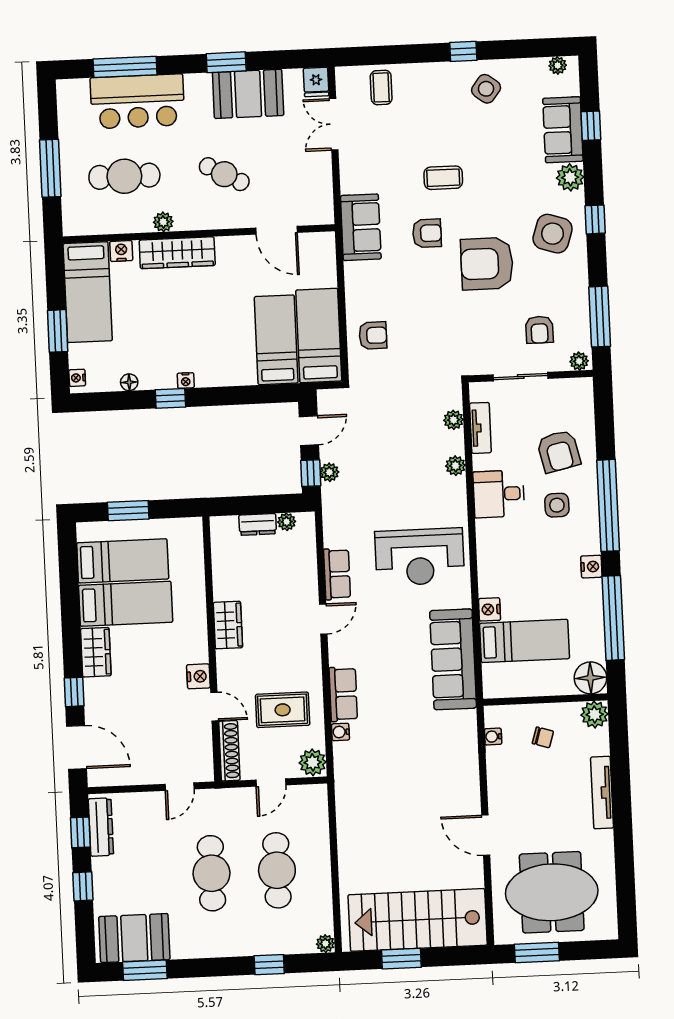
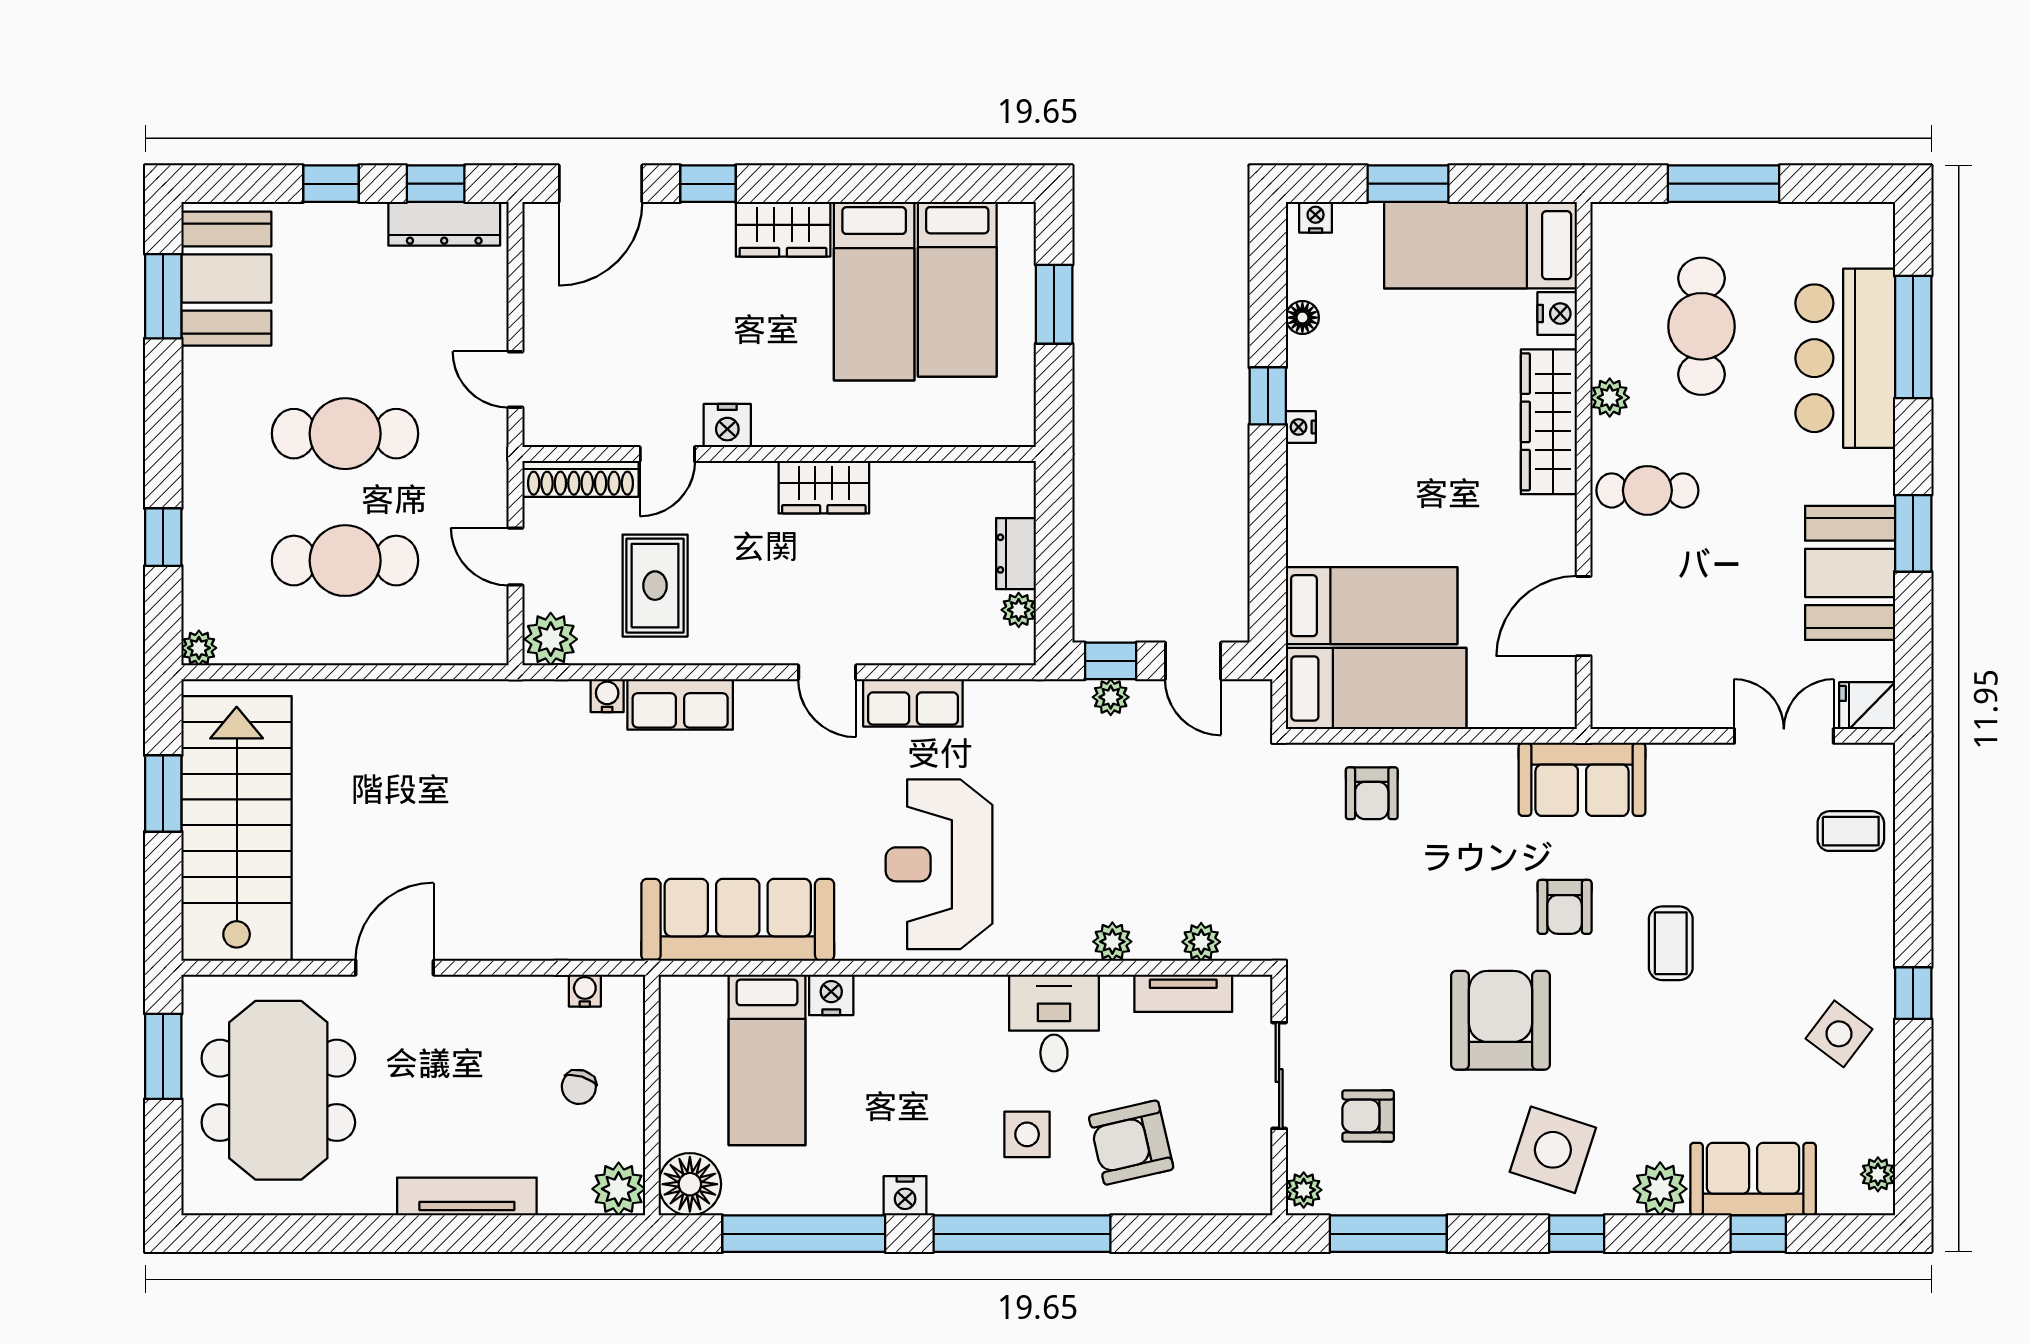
cafe table: (224, 174) -> (1647, 490), moved, turned 62

